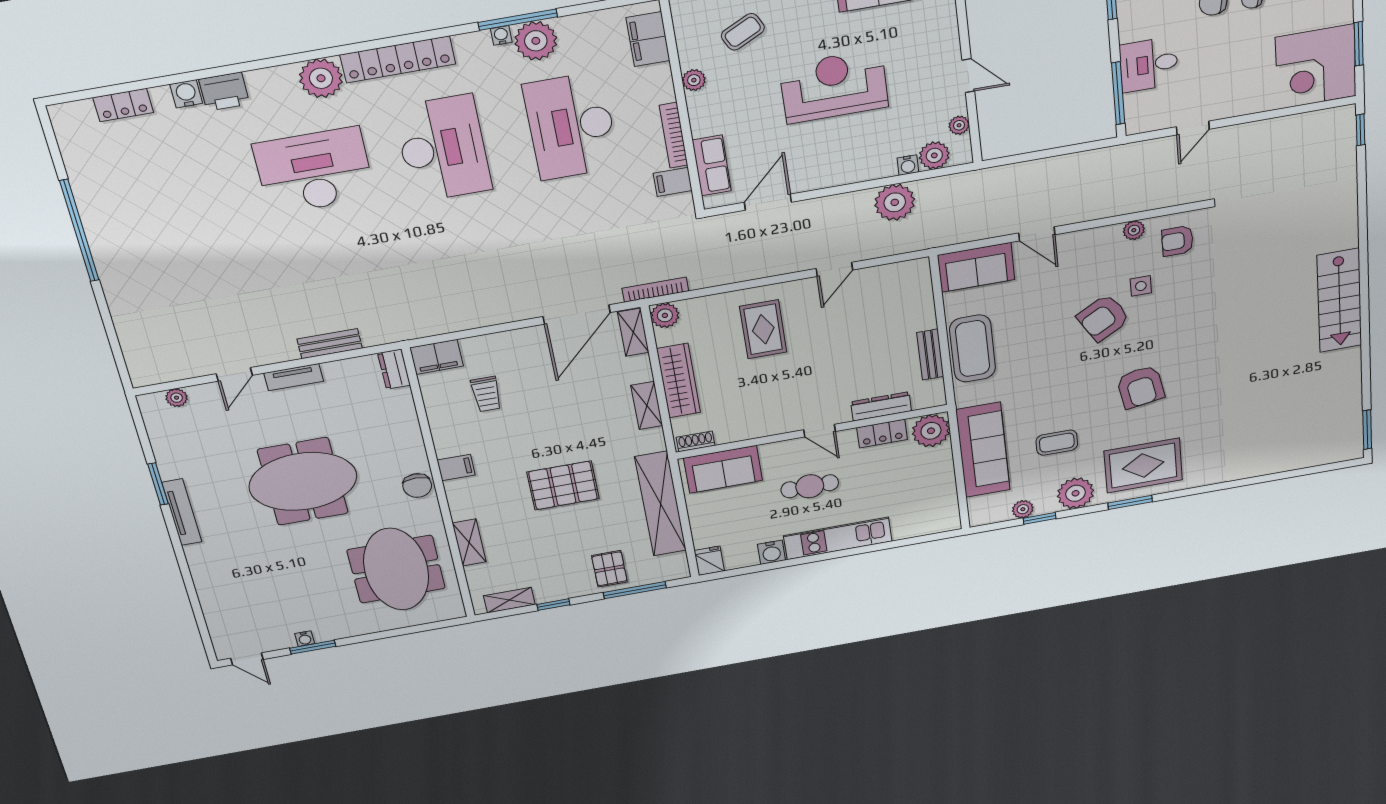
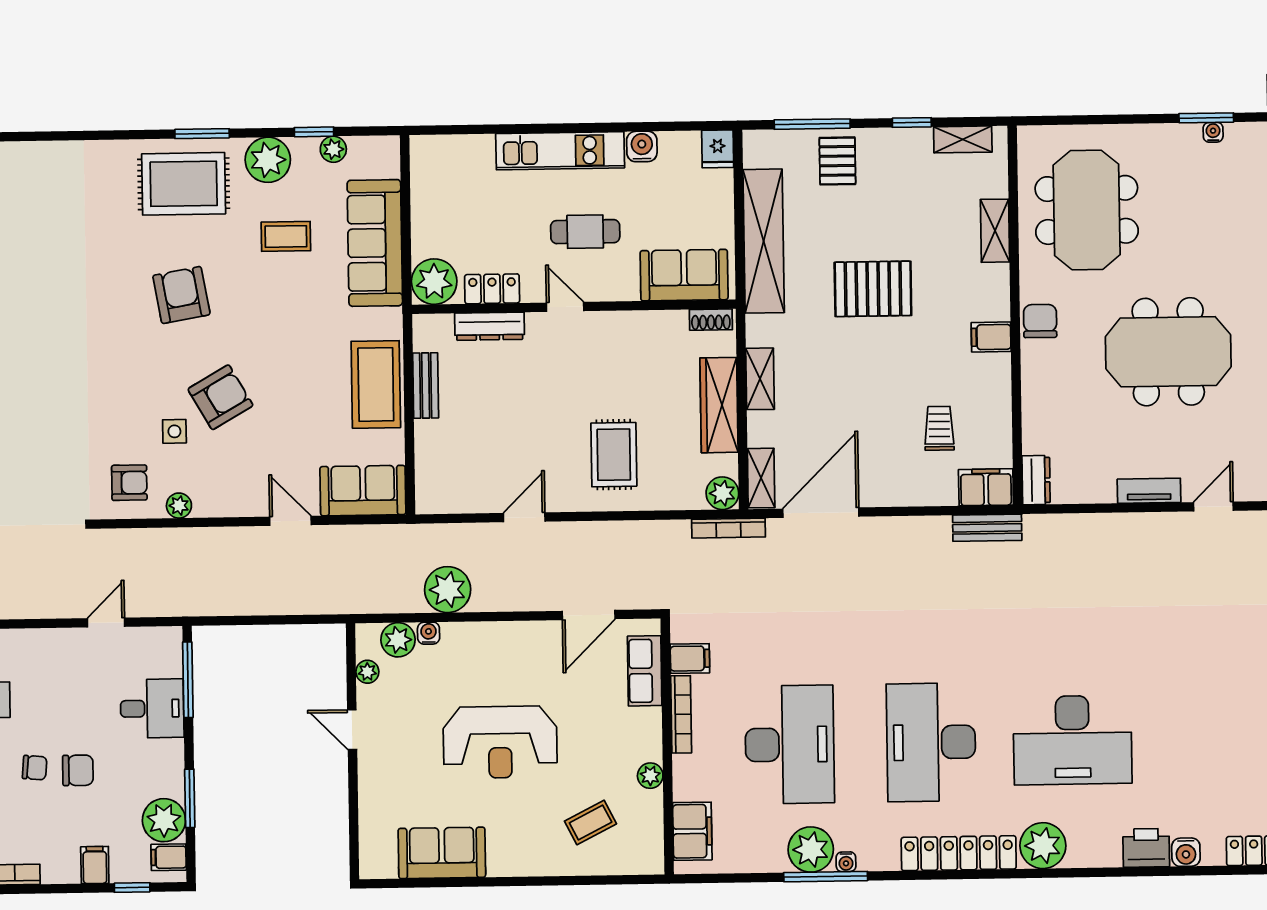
bench: (330, 344) -> (987, 528), moved

